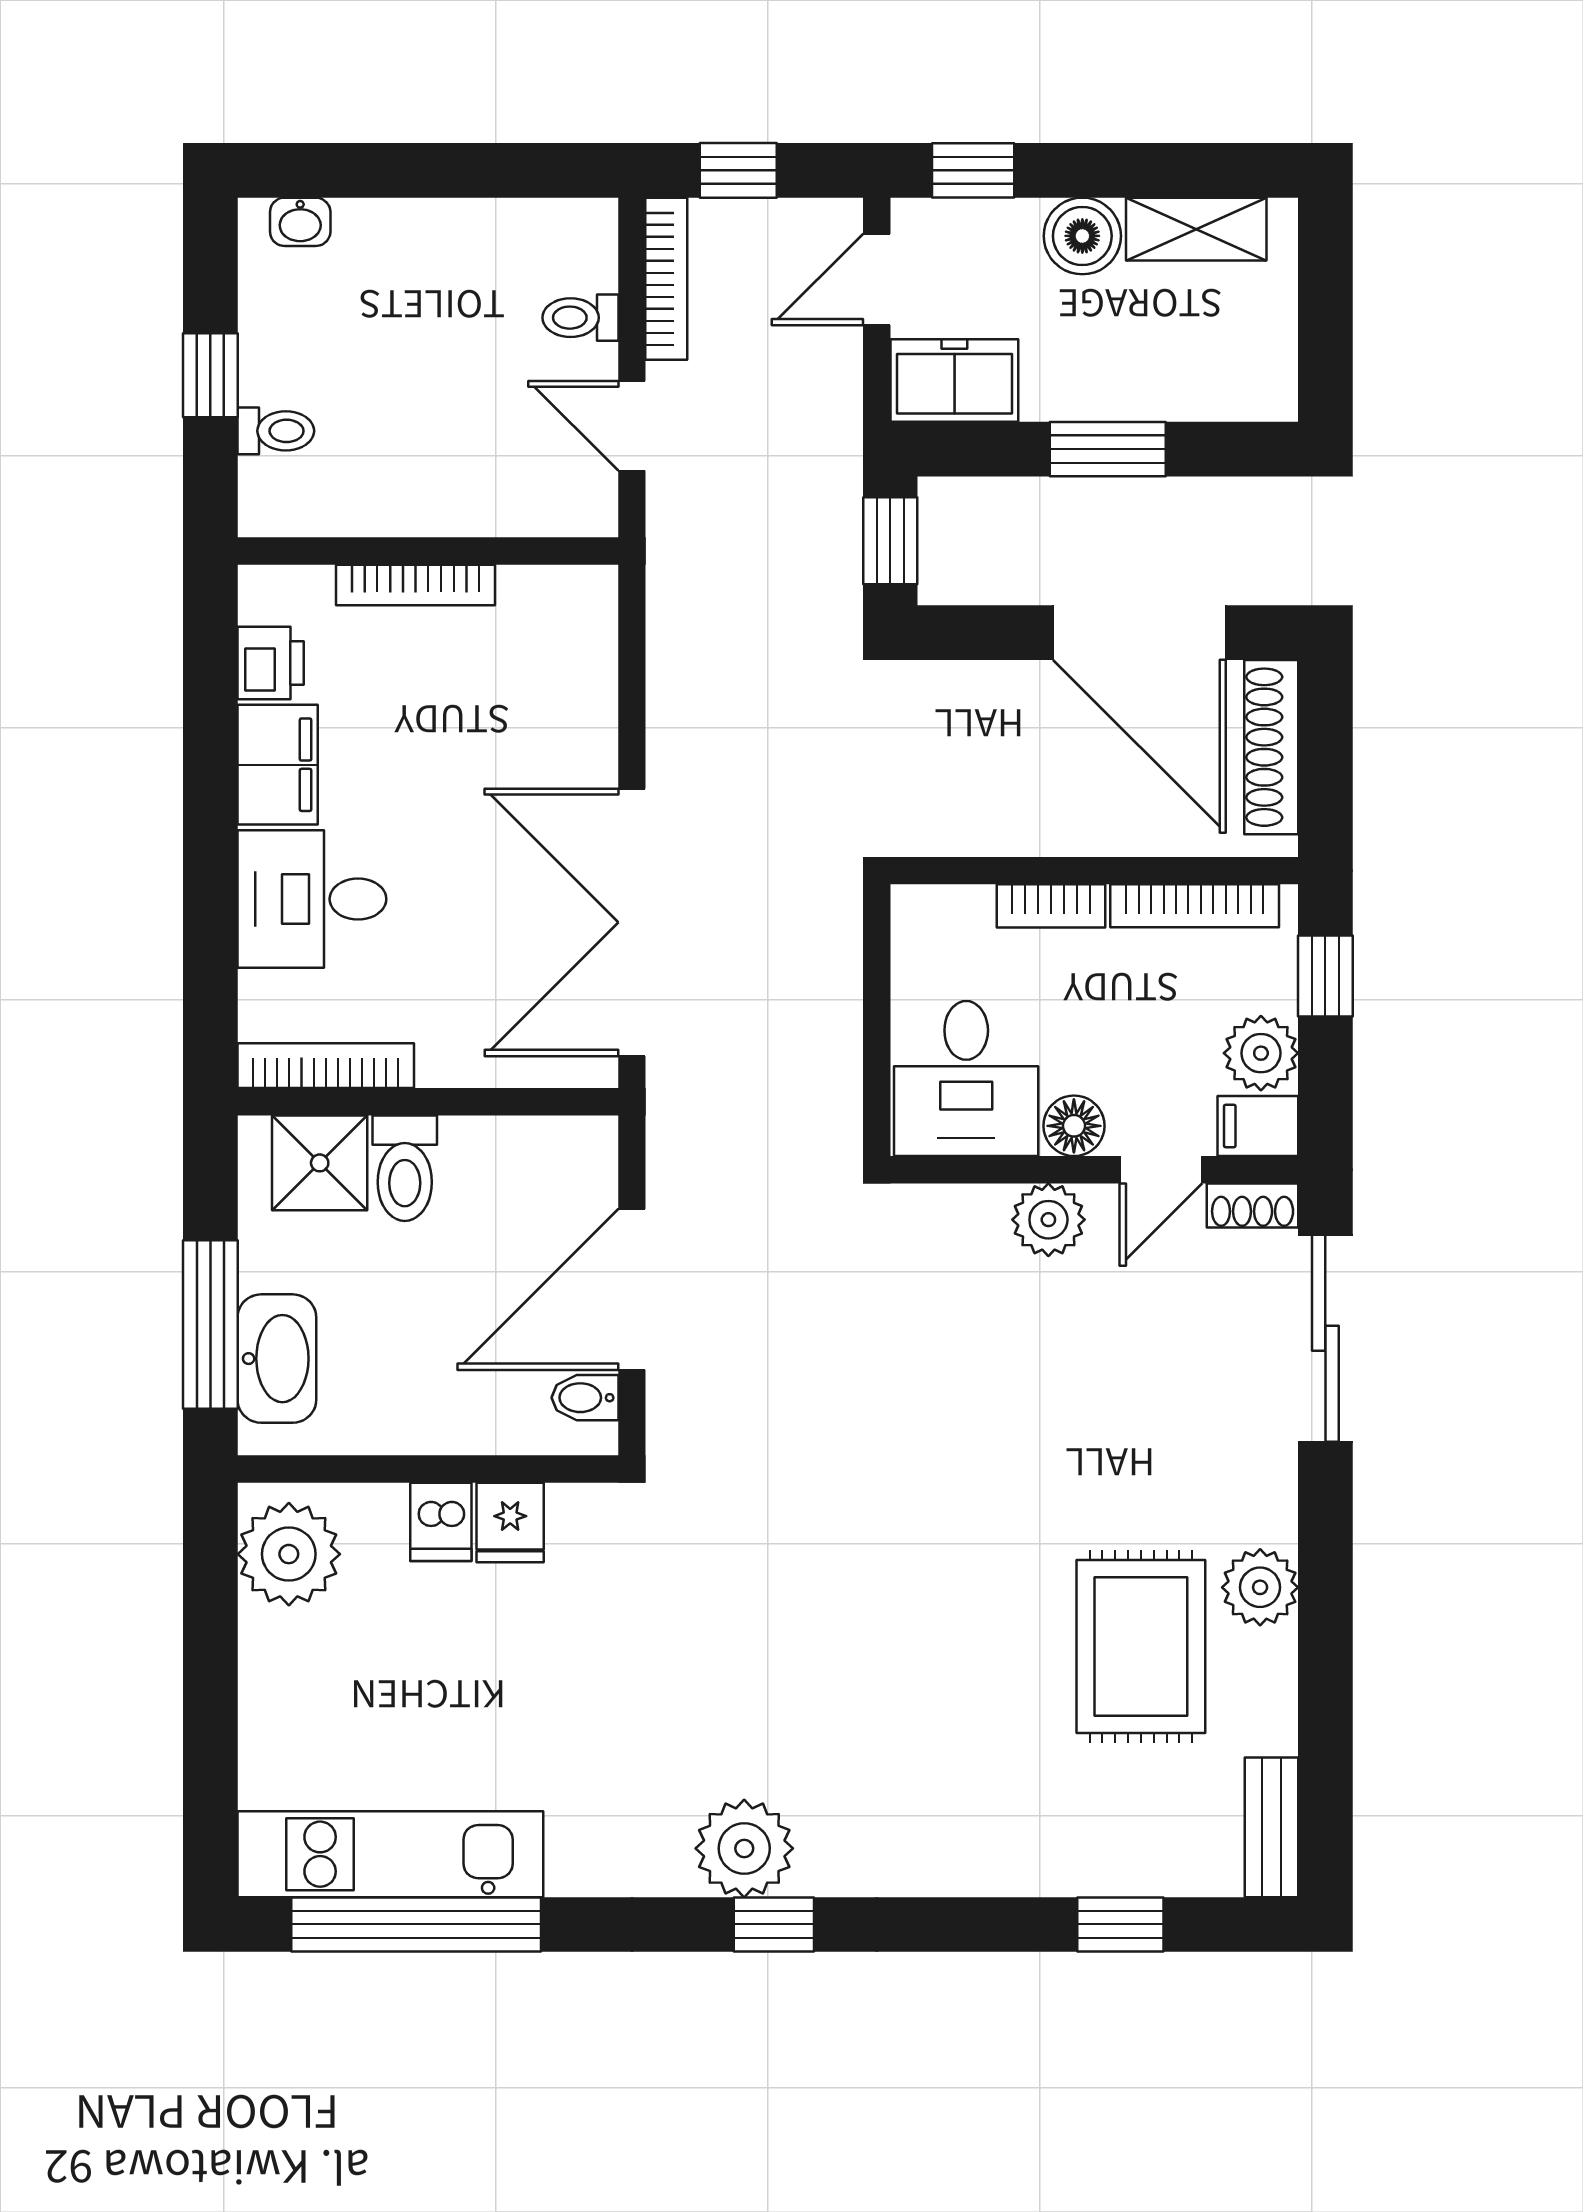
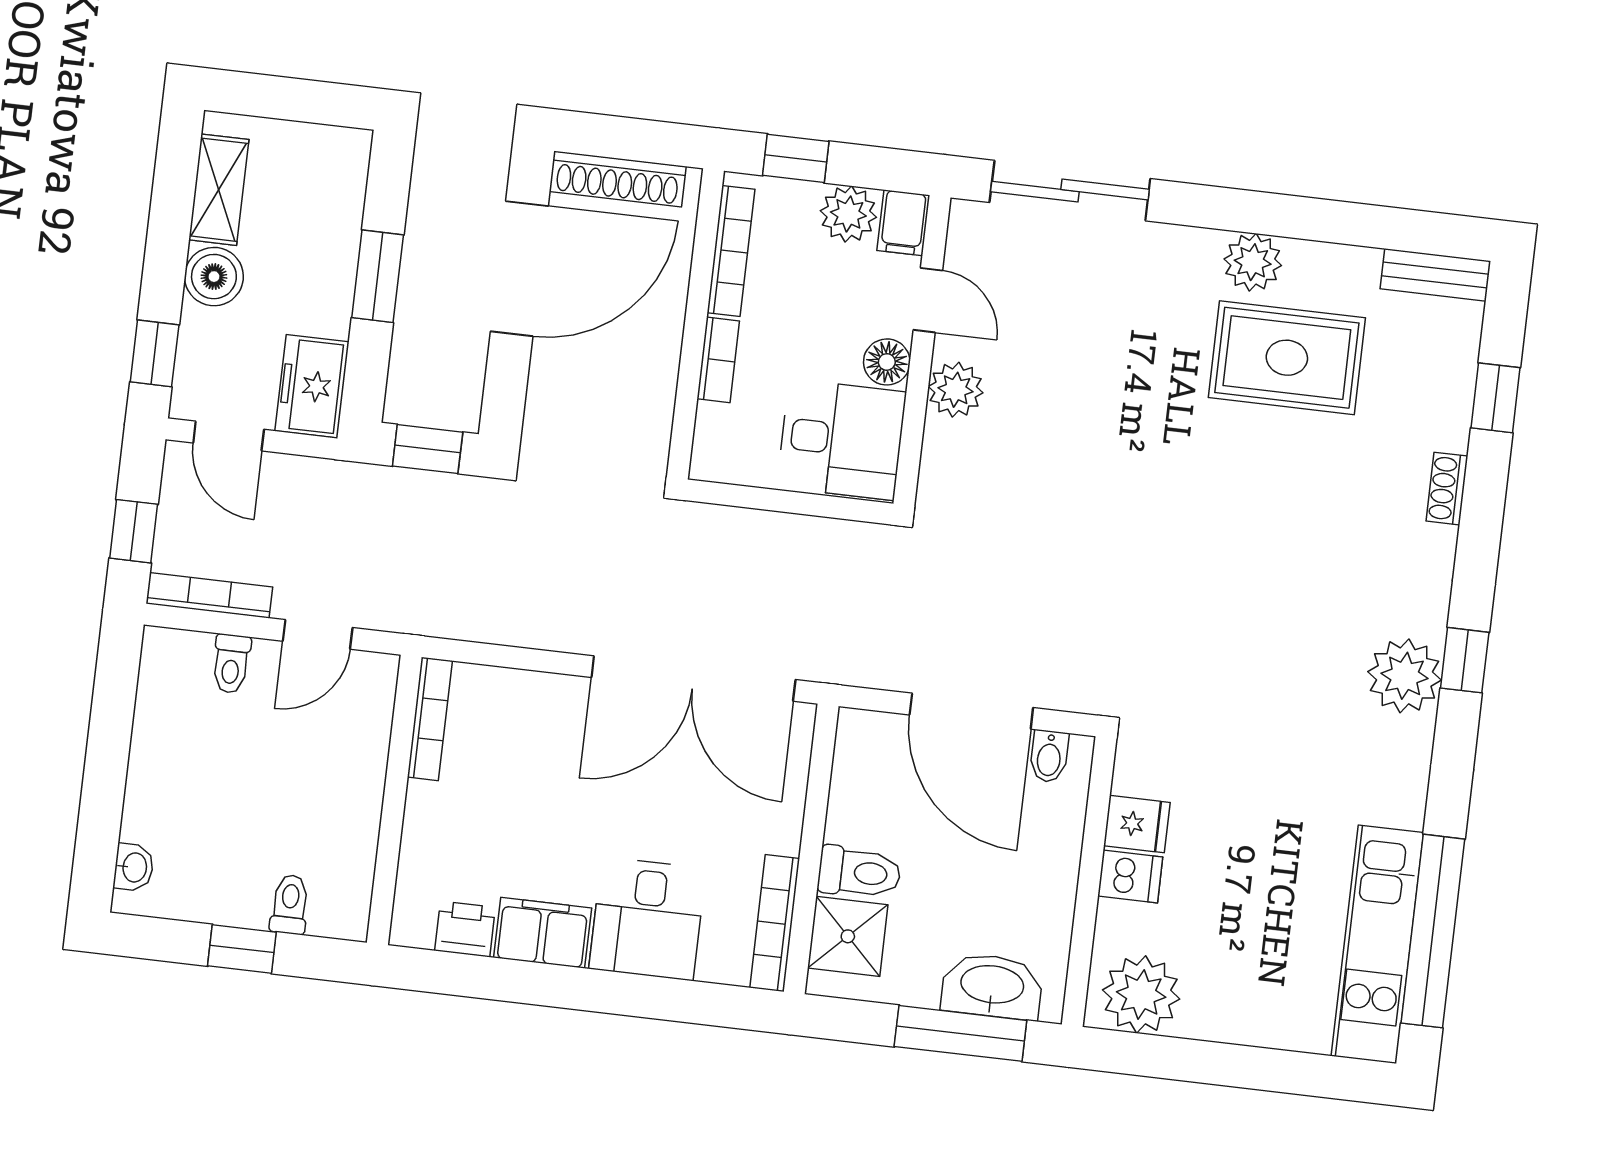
bookcase: (415, 585) -> (430, 719), moved
shoe rack: (1253, 1206) -> (1447, 489), moved, turned 180

